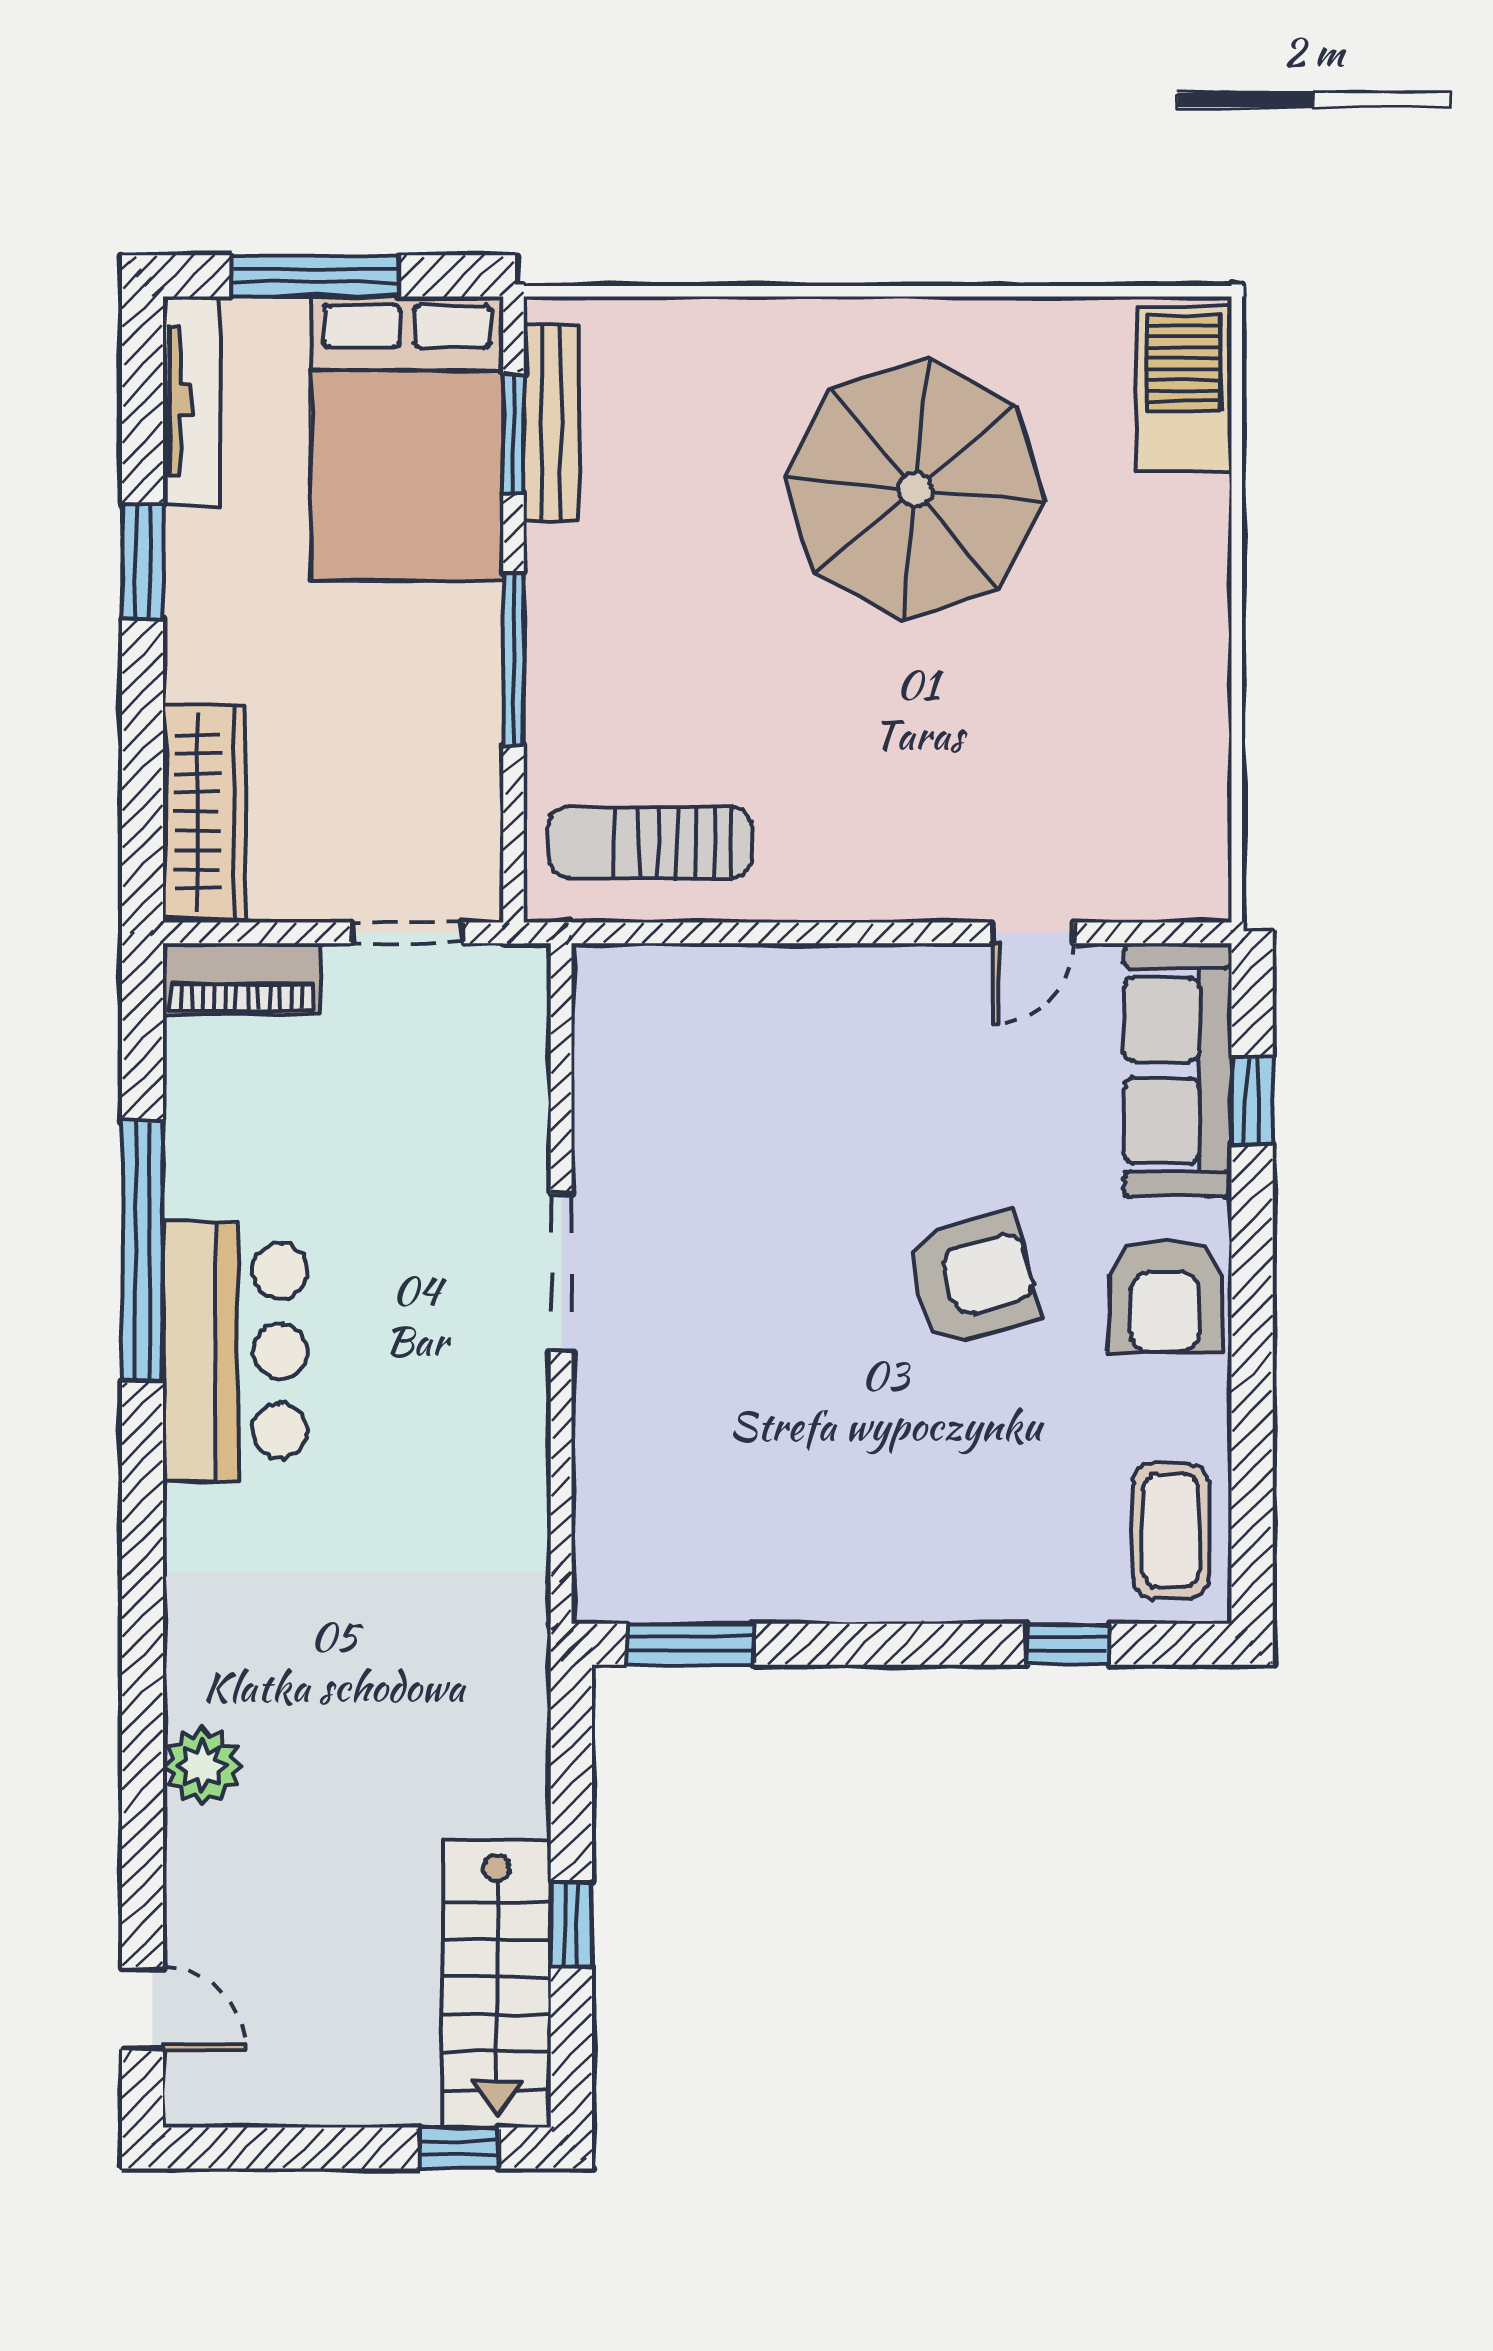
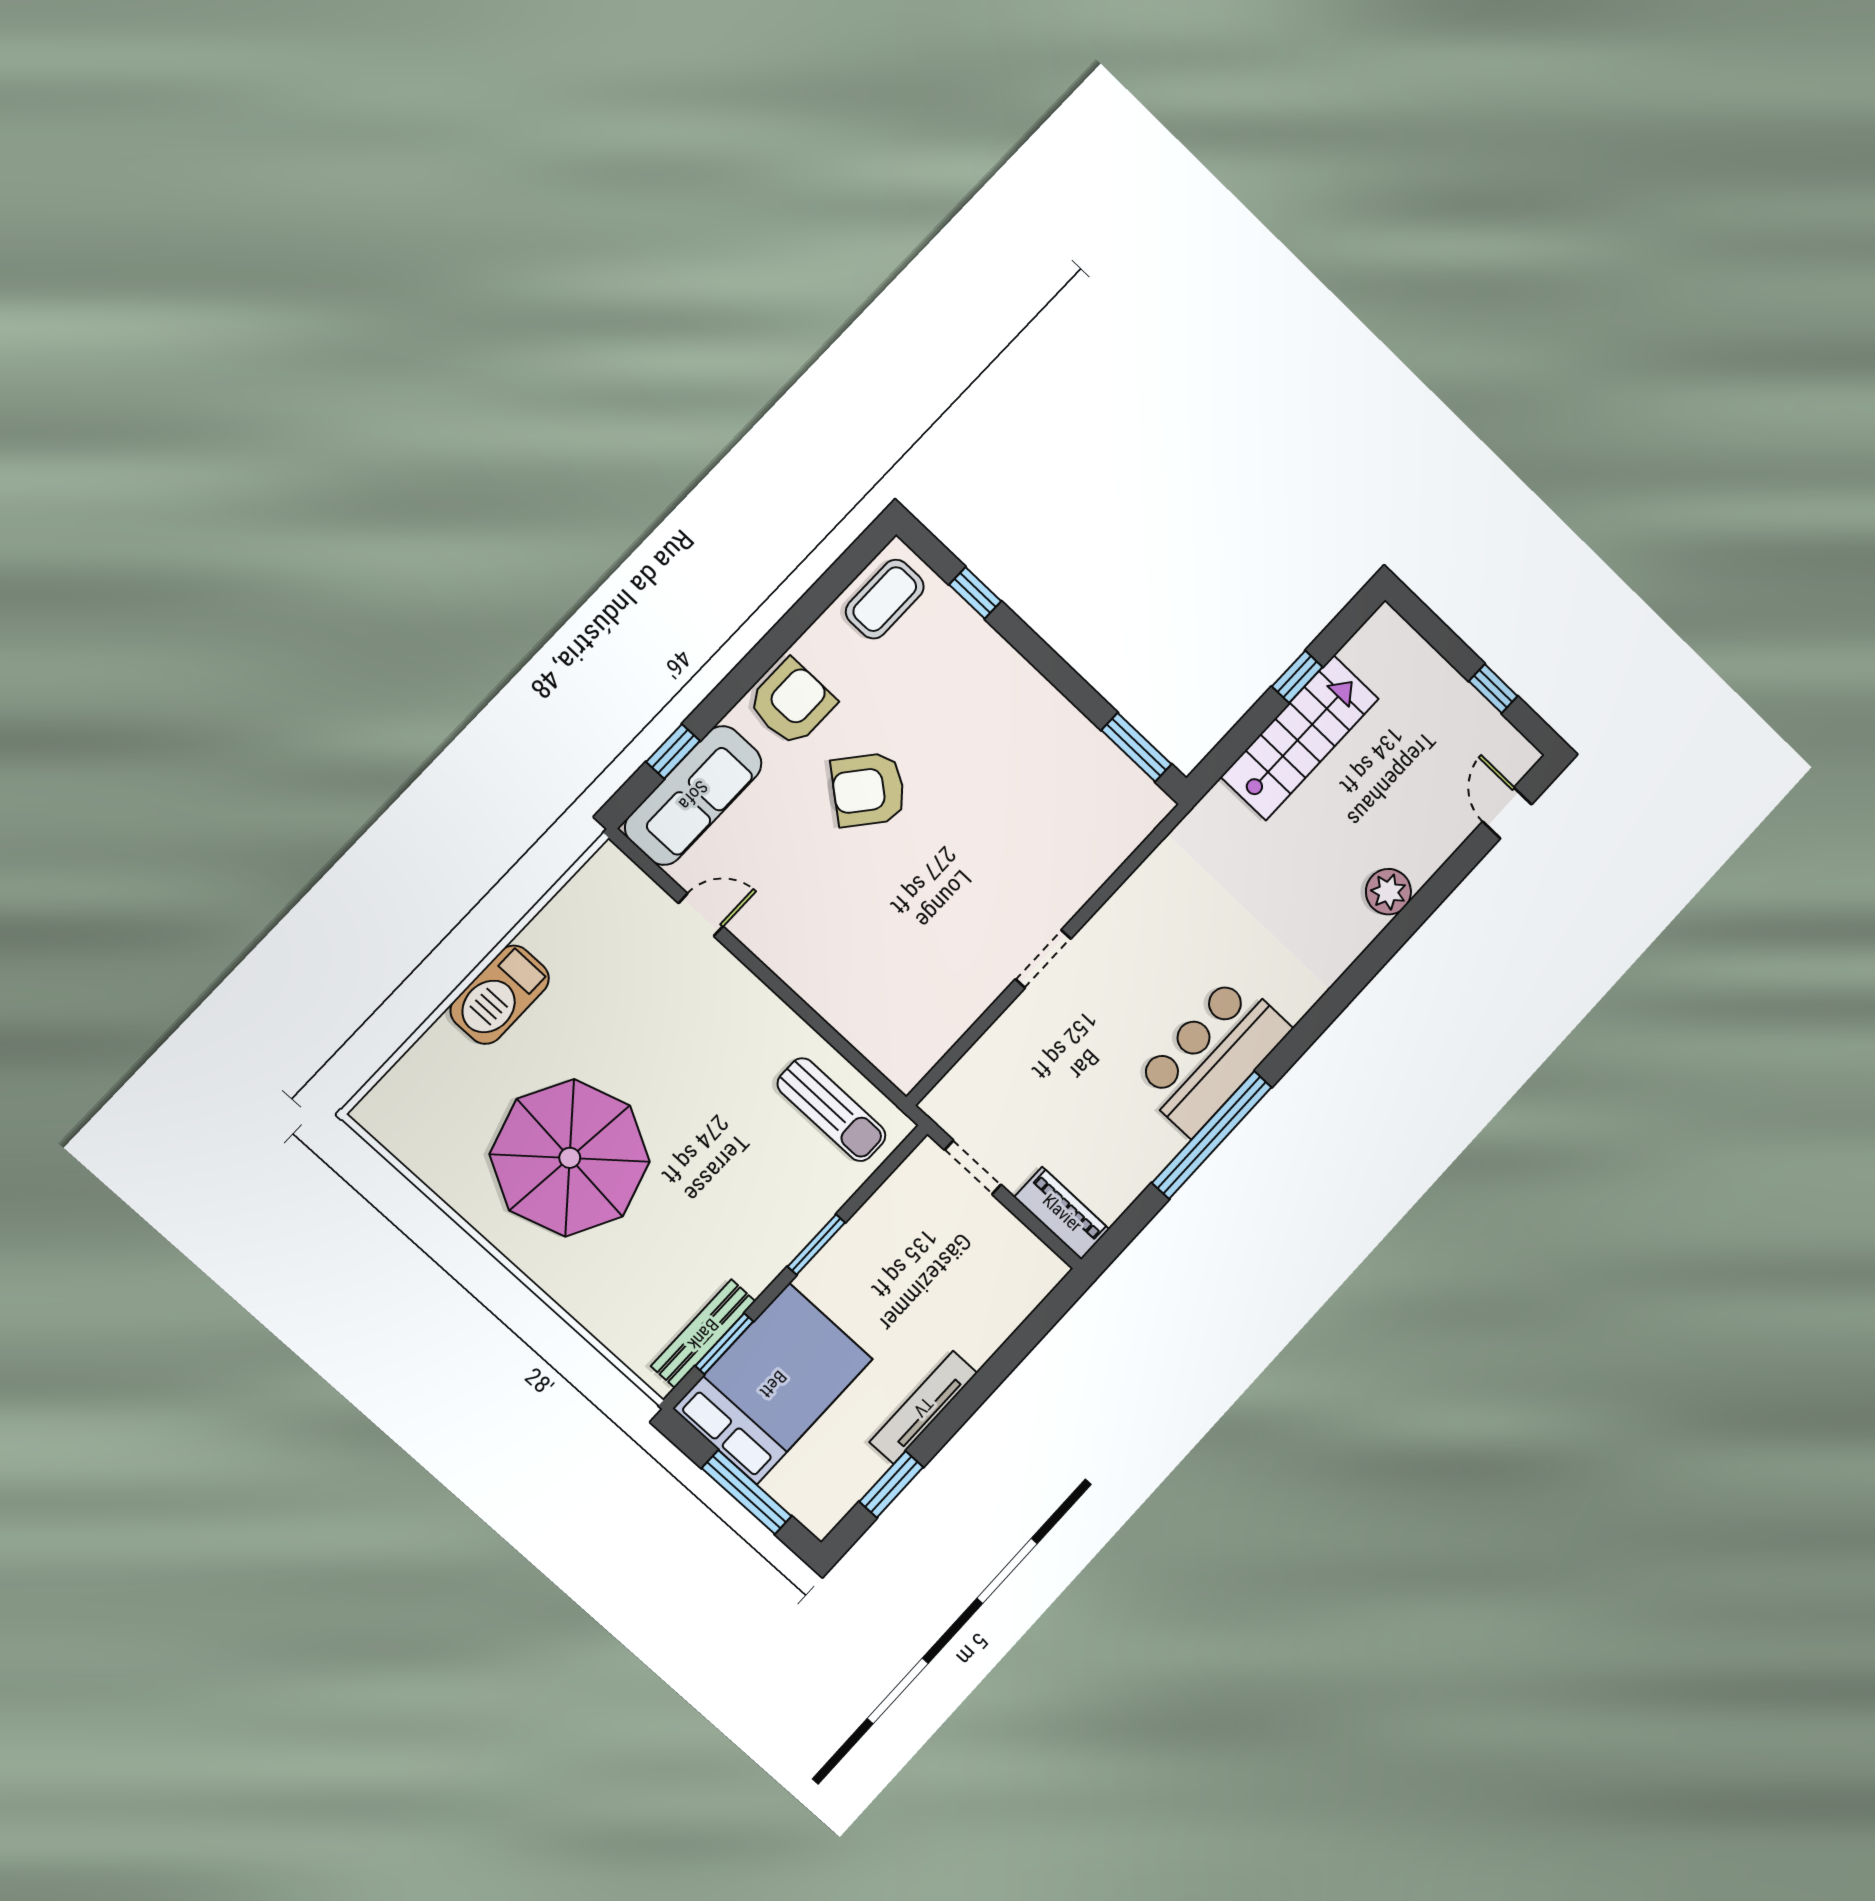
barbecue: (1184, 389) -> (500, 995), moved
tv unit: (191, 401) -> (923, 1407), moved
window: (142, 561) -> (891, 1484), moved
window: (514, 659) -> (816, 1245), width x0.69
wardrobe: (204, 812) -> (1011, 1300), removed
doorway: (561, 1272) -> (1043, 959), width x0.73
armchair: (972, 1278) -> (868, 790), turned -36
stairs: (497, 1983) -> (1300, 738), moved
window: (459, 2148) -> (1493, 689), moved

